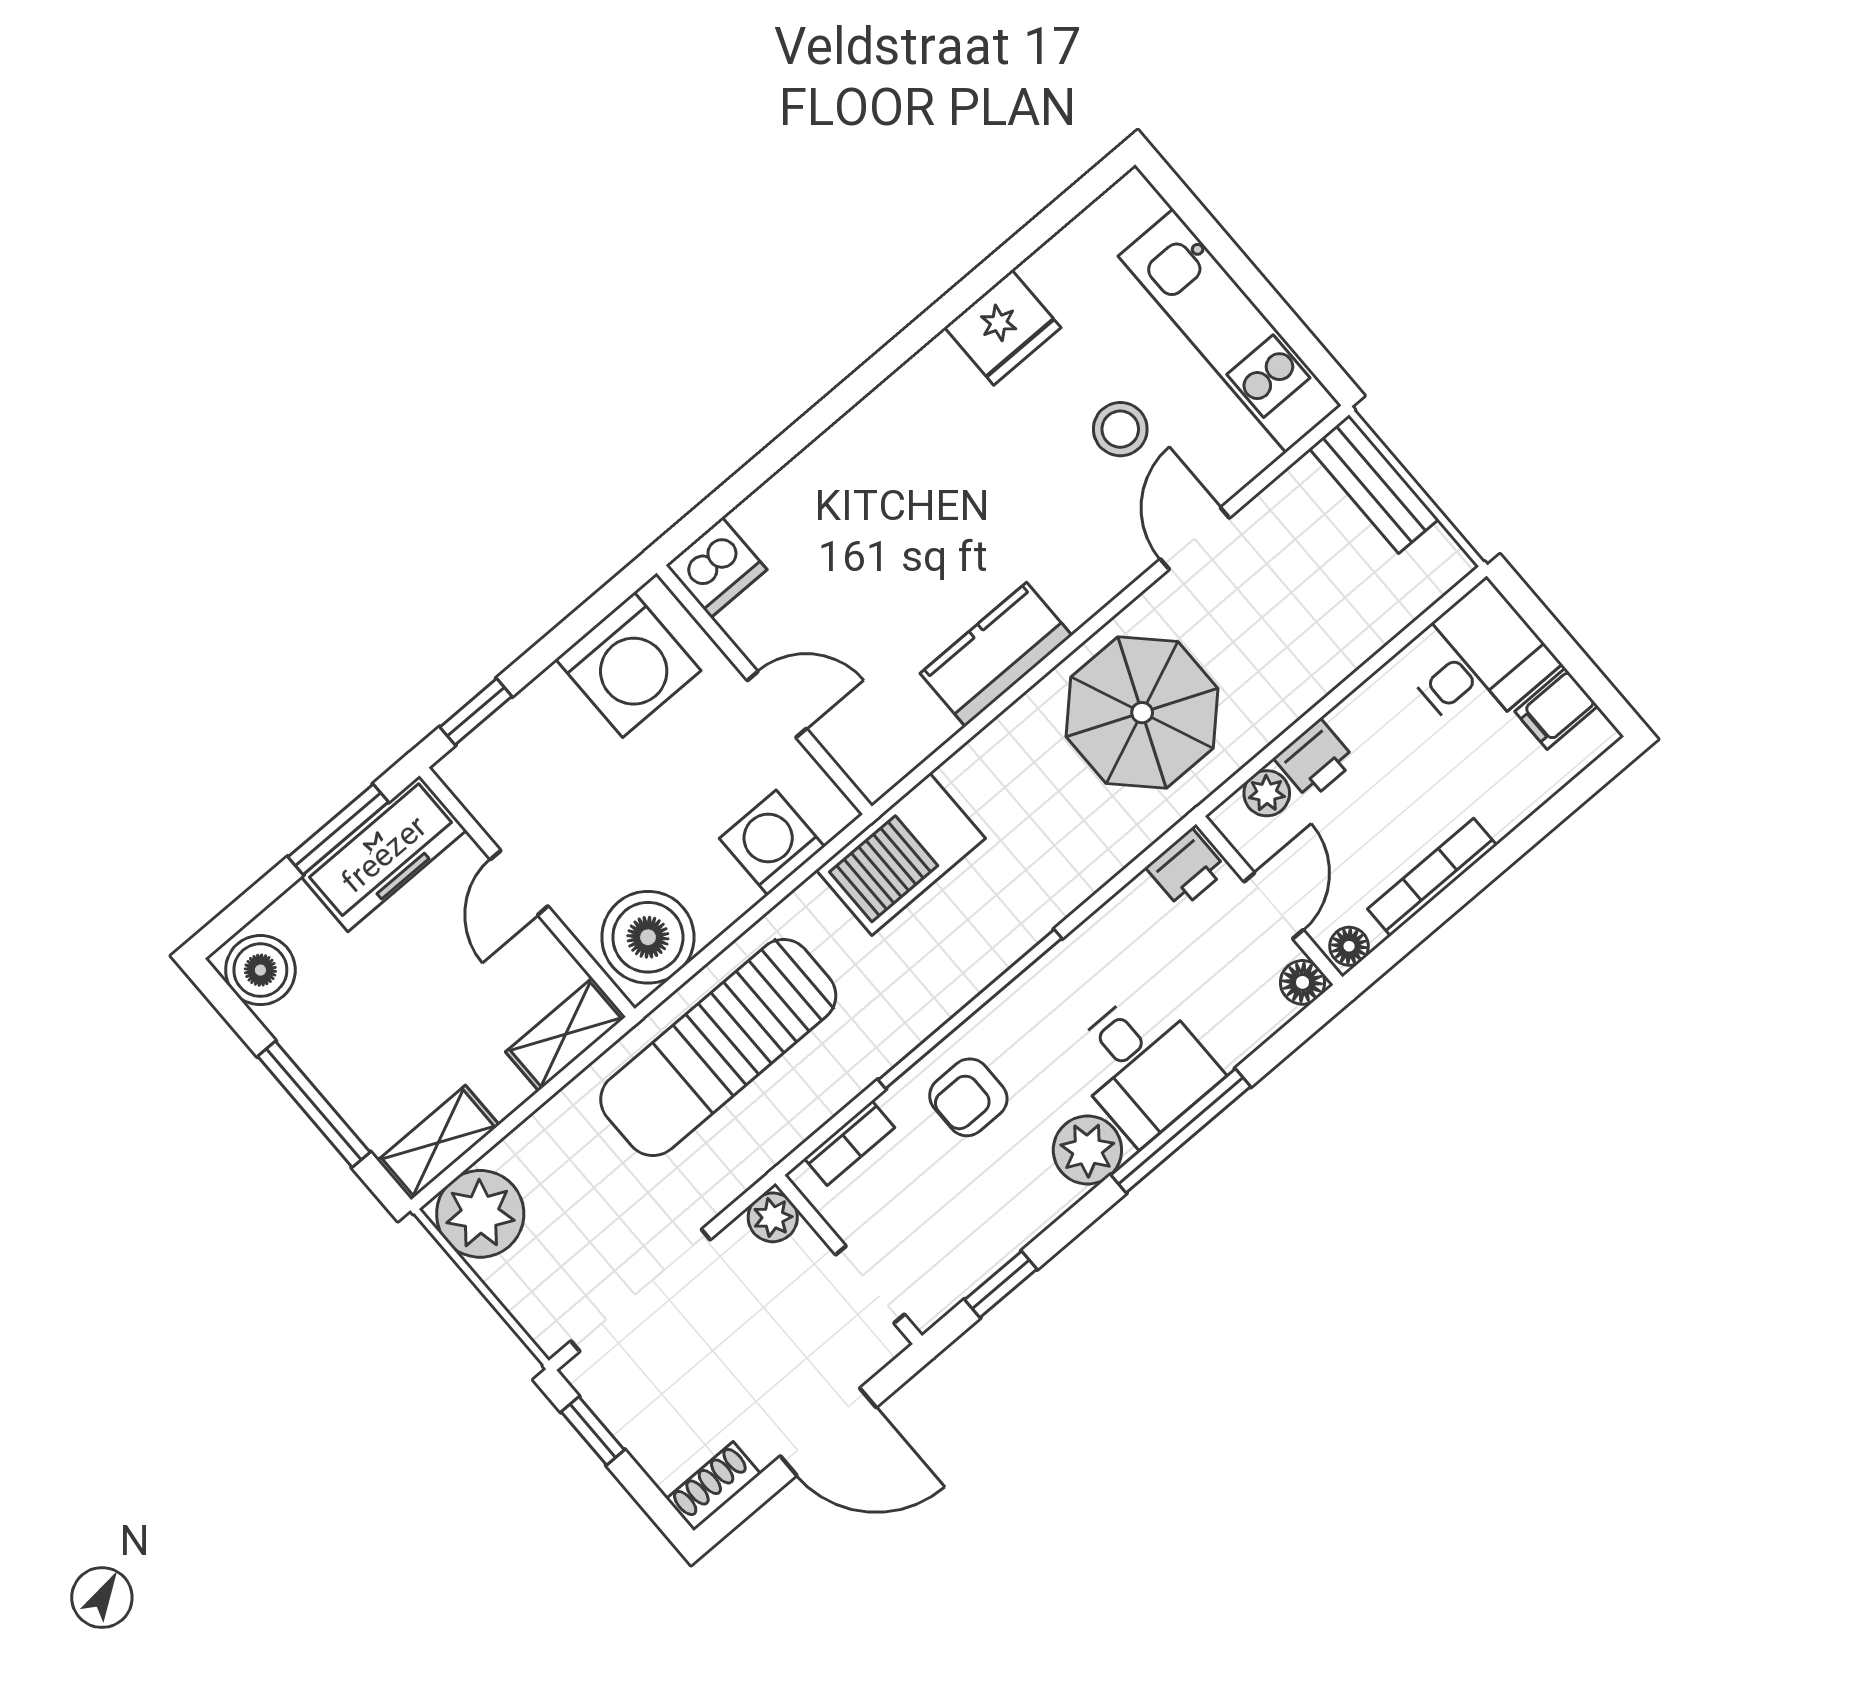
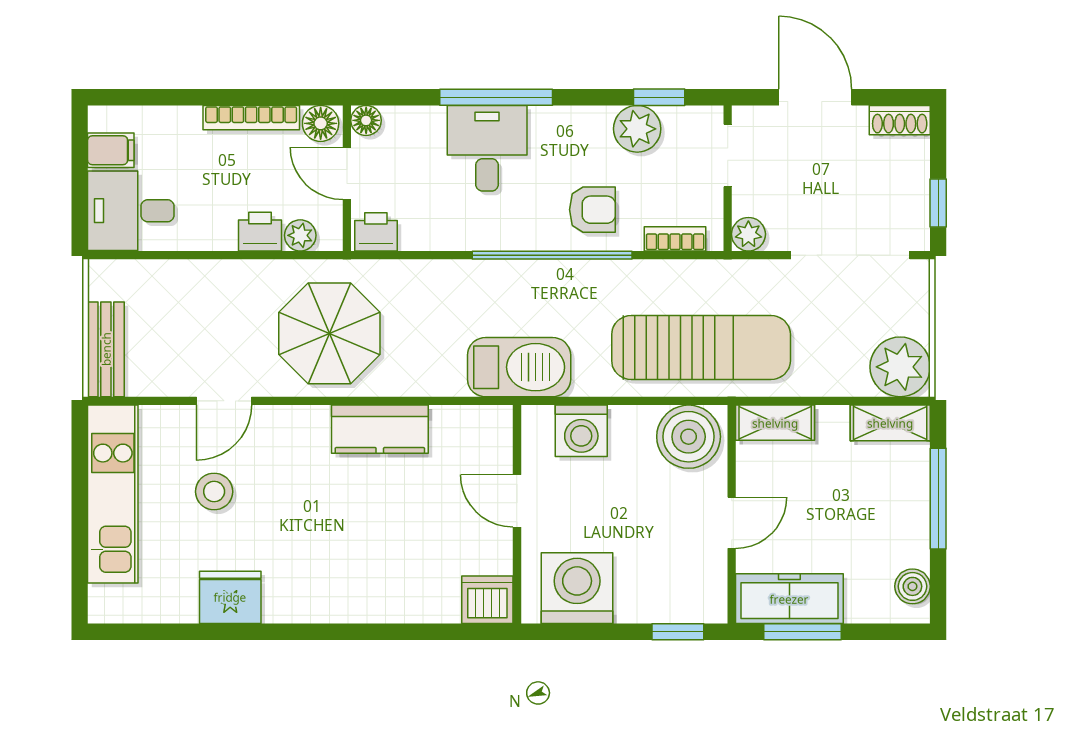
door: (1274, 906) -> (347, 173), hinge flipped
floor lamp: (1349, 946) -> (321, 123), width x1.37, depth x1.37
boiler: (260, 970) -> (912, 586), width x0.73, depth x0.73
plant: (1087, 1150) -> (637, 129), moved

